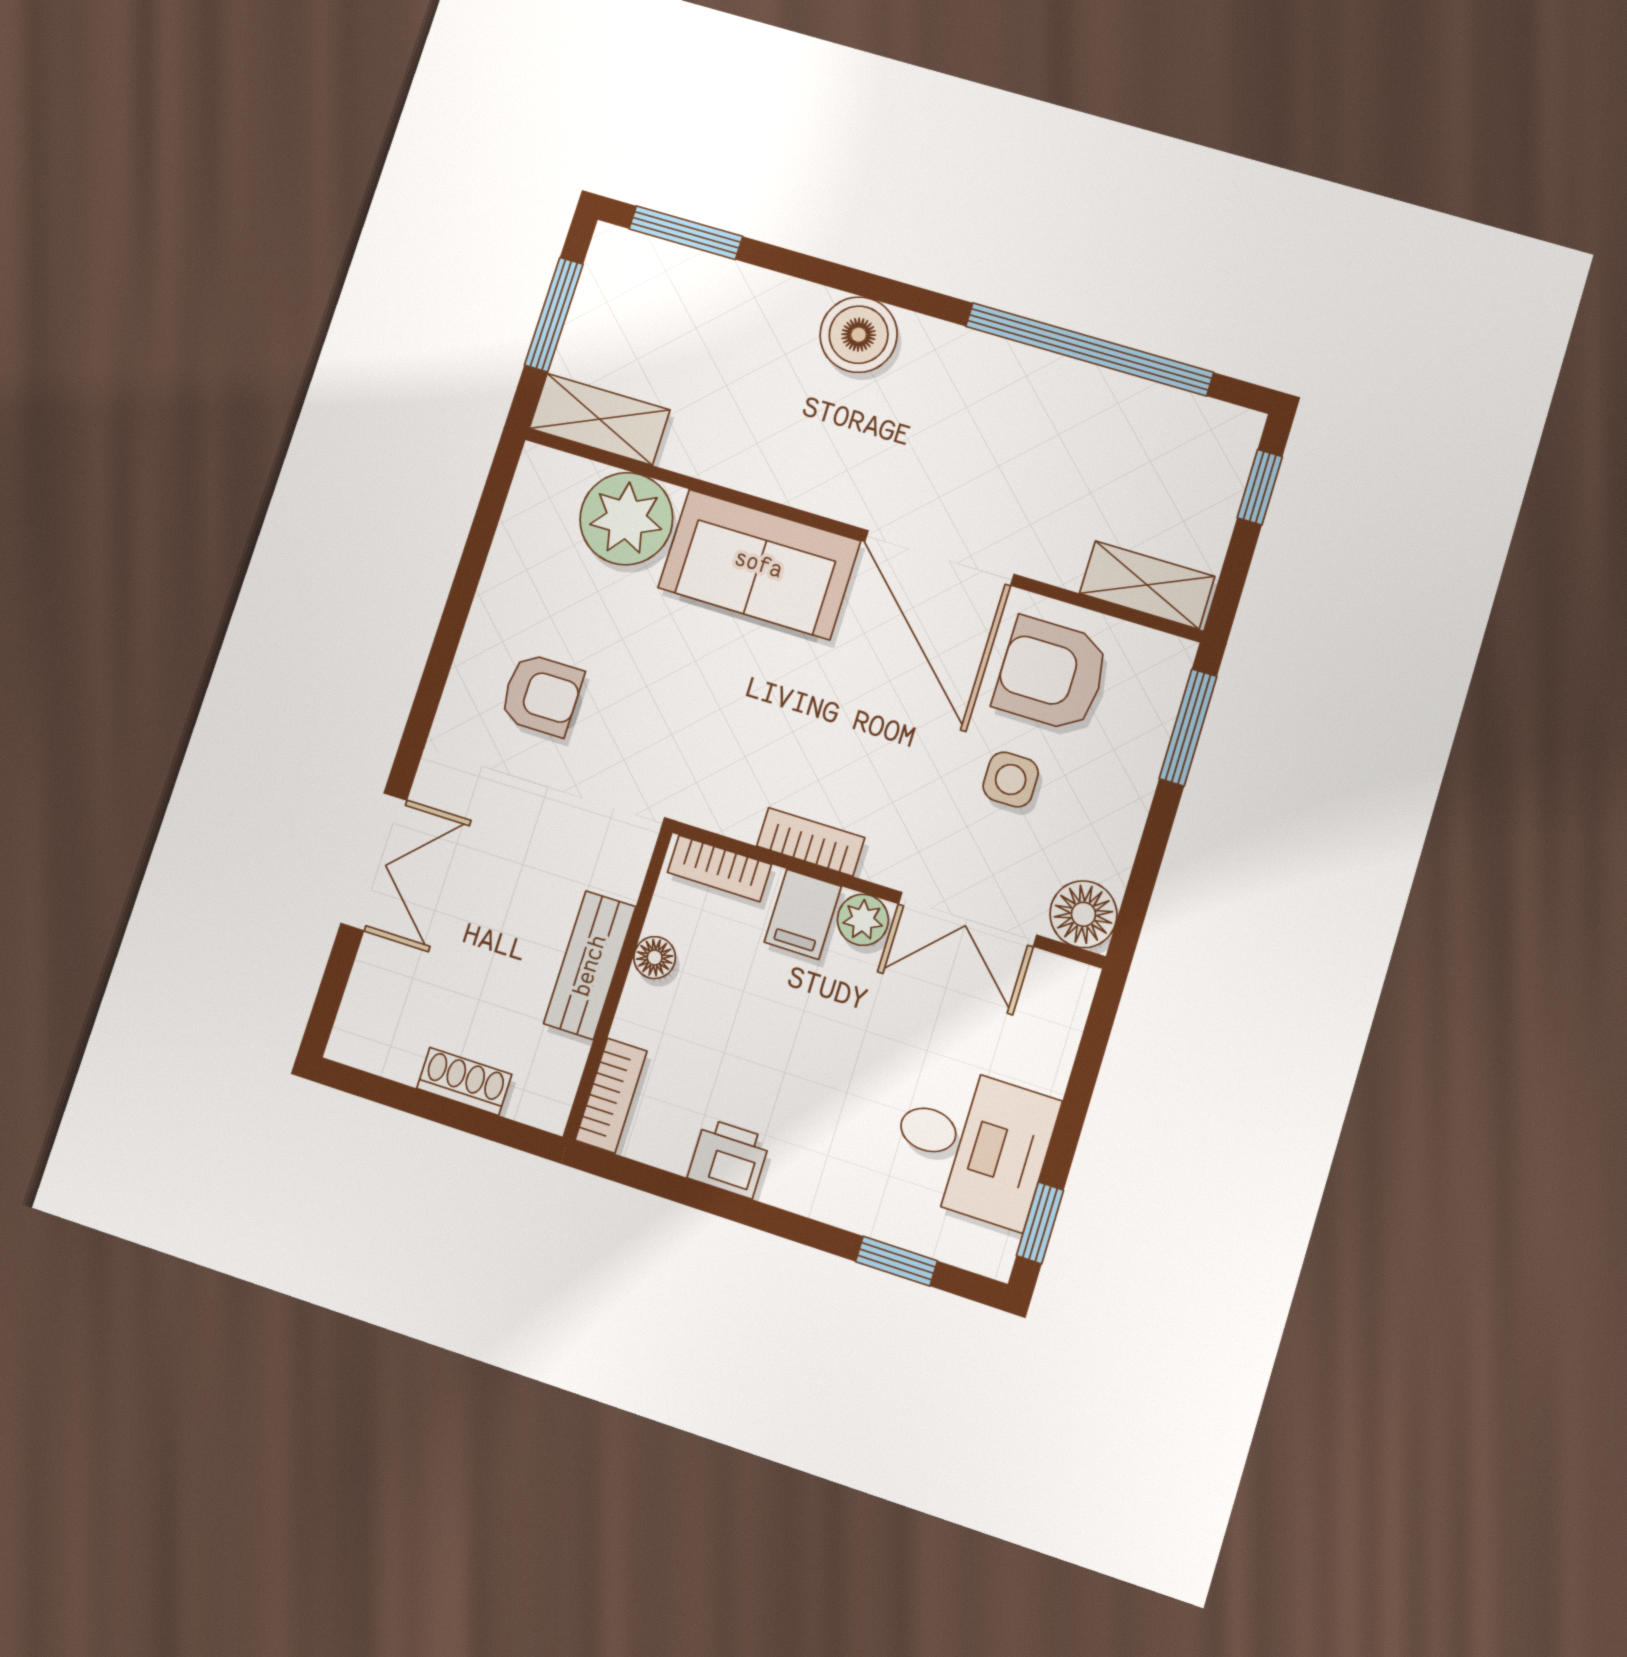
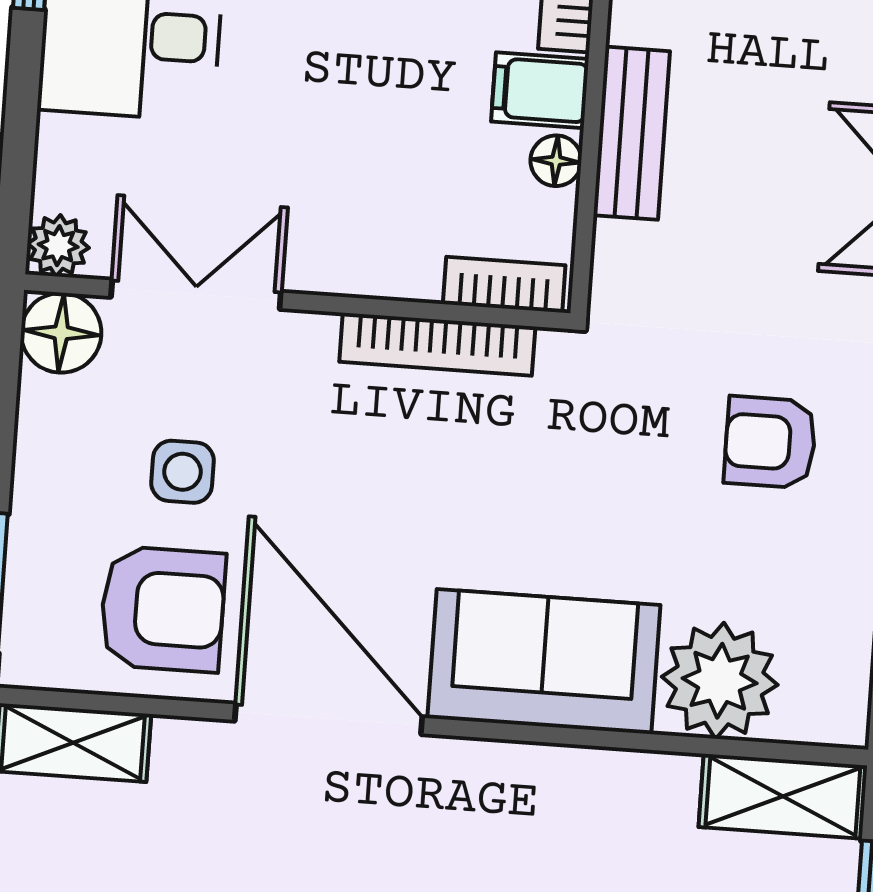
bookcase: (811, 842) -> (437, 344), width x1.56
filing cabinet: (803, 914) -> (540, 90), moved, turned -90
plant: (863, 920) -> (58, 246), moved

